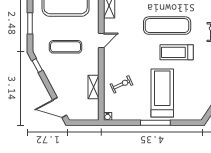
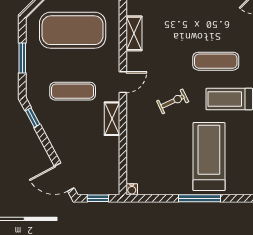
exercise mat: (167, 26) -> (216, 61), width x0.73, depth x0.69
exercise bike: (122, 84) -> (173, 101), moved
shelving: (93, 87) -> (112, 119), moved
window: (84, 123) -> (98, 198), added

